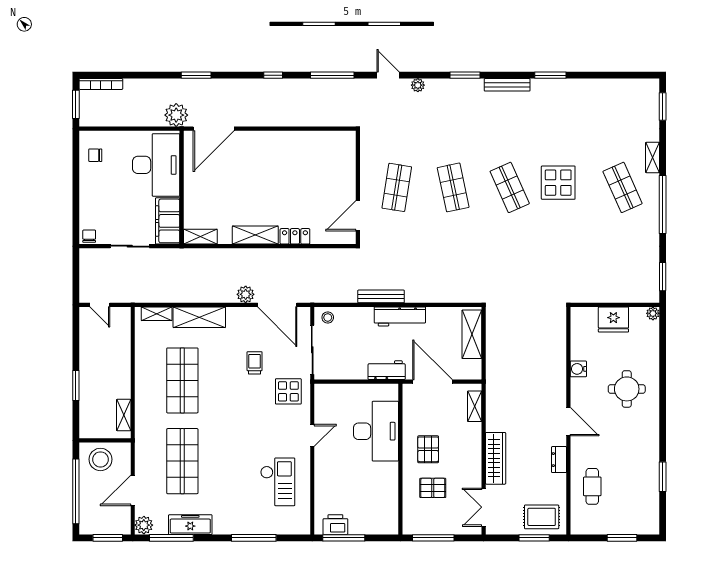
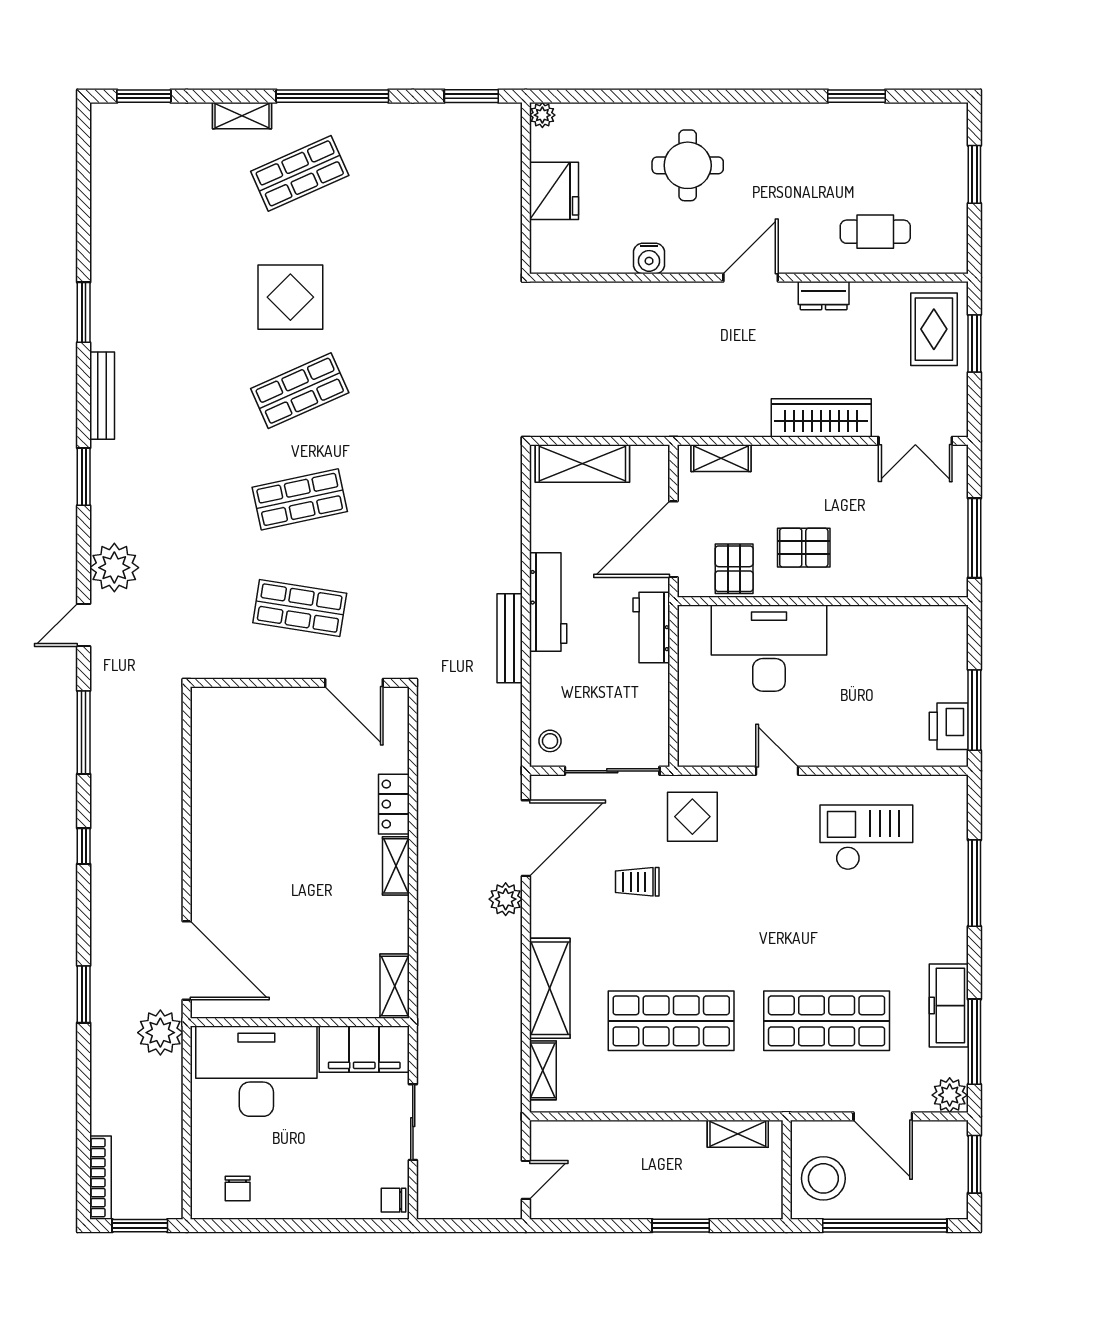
plant: (418, 85) -> (114, 568), width x1.88, depth x1.88
shelving: (255, 235) -> (396, 866), width x0.67, depth x0.75
pallet: (433, 488) -> (734, 569), moved

